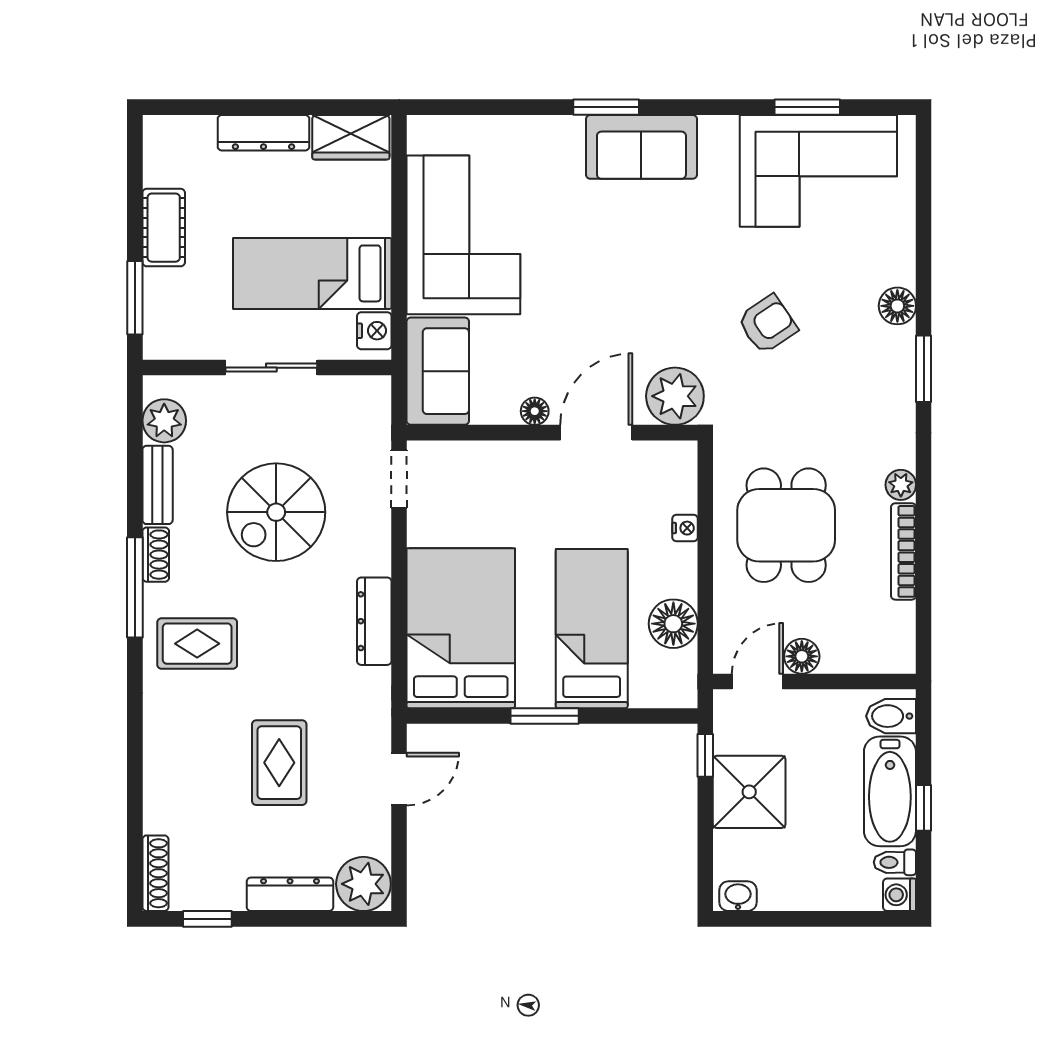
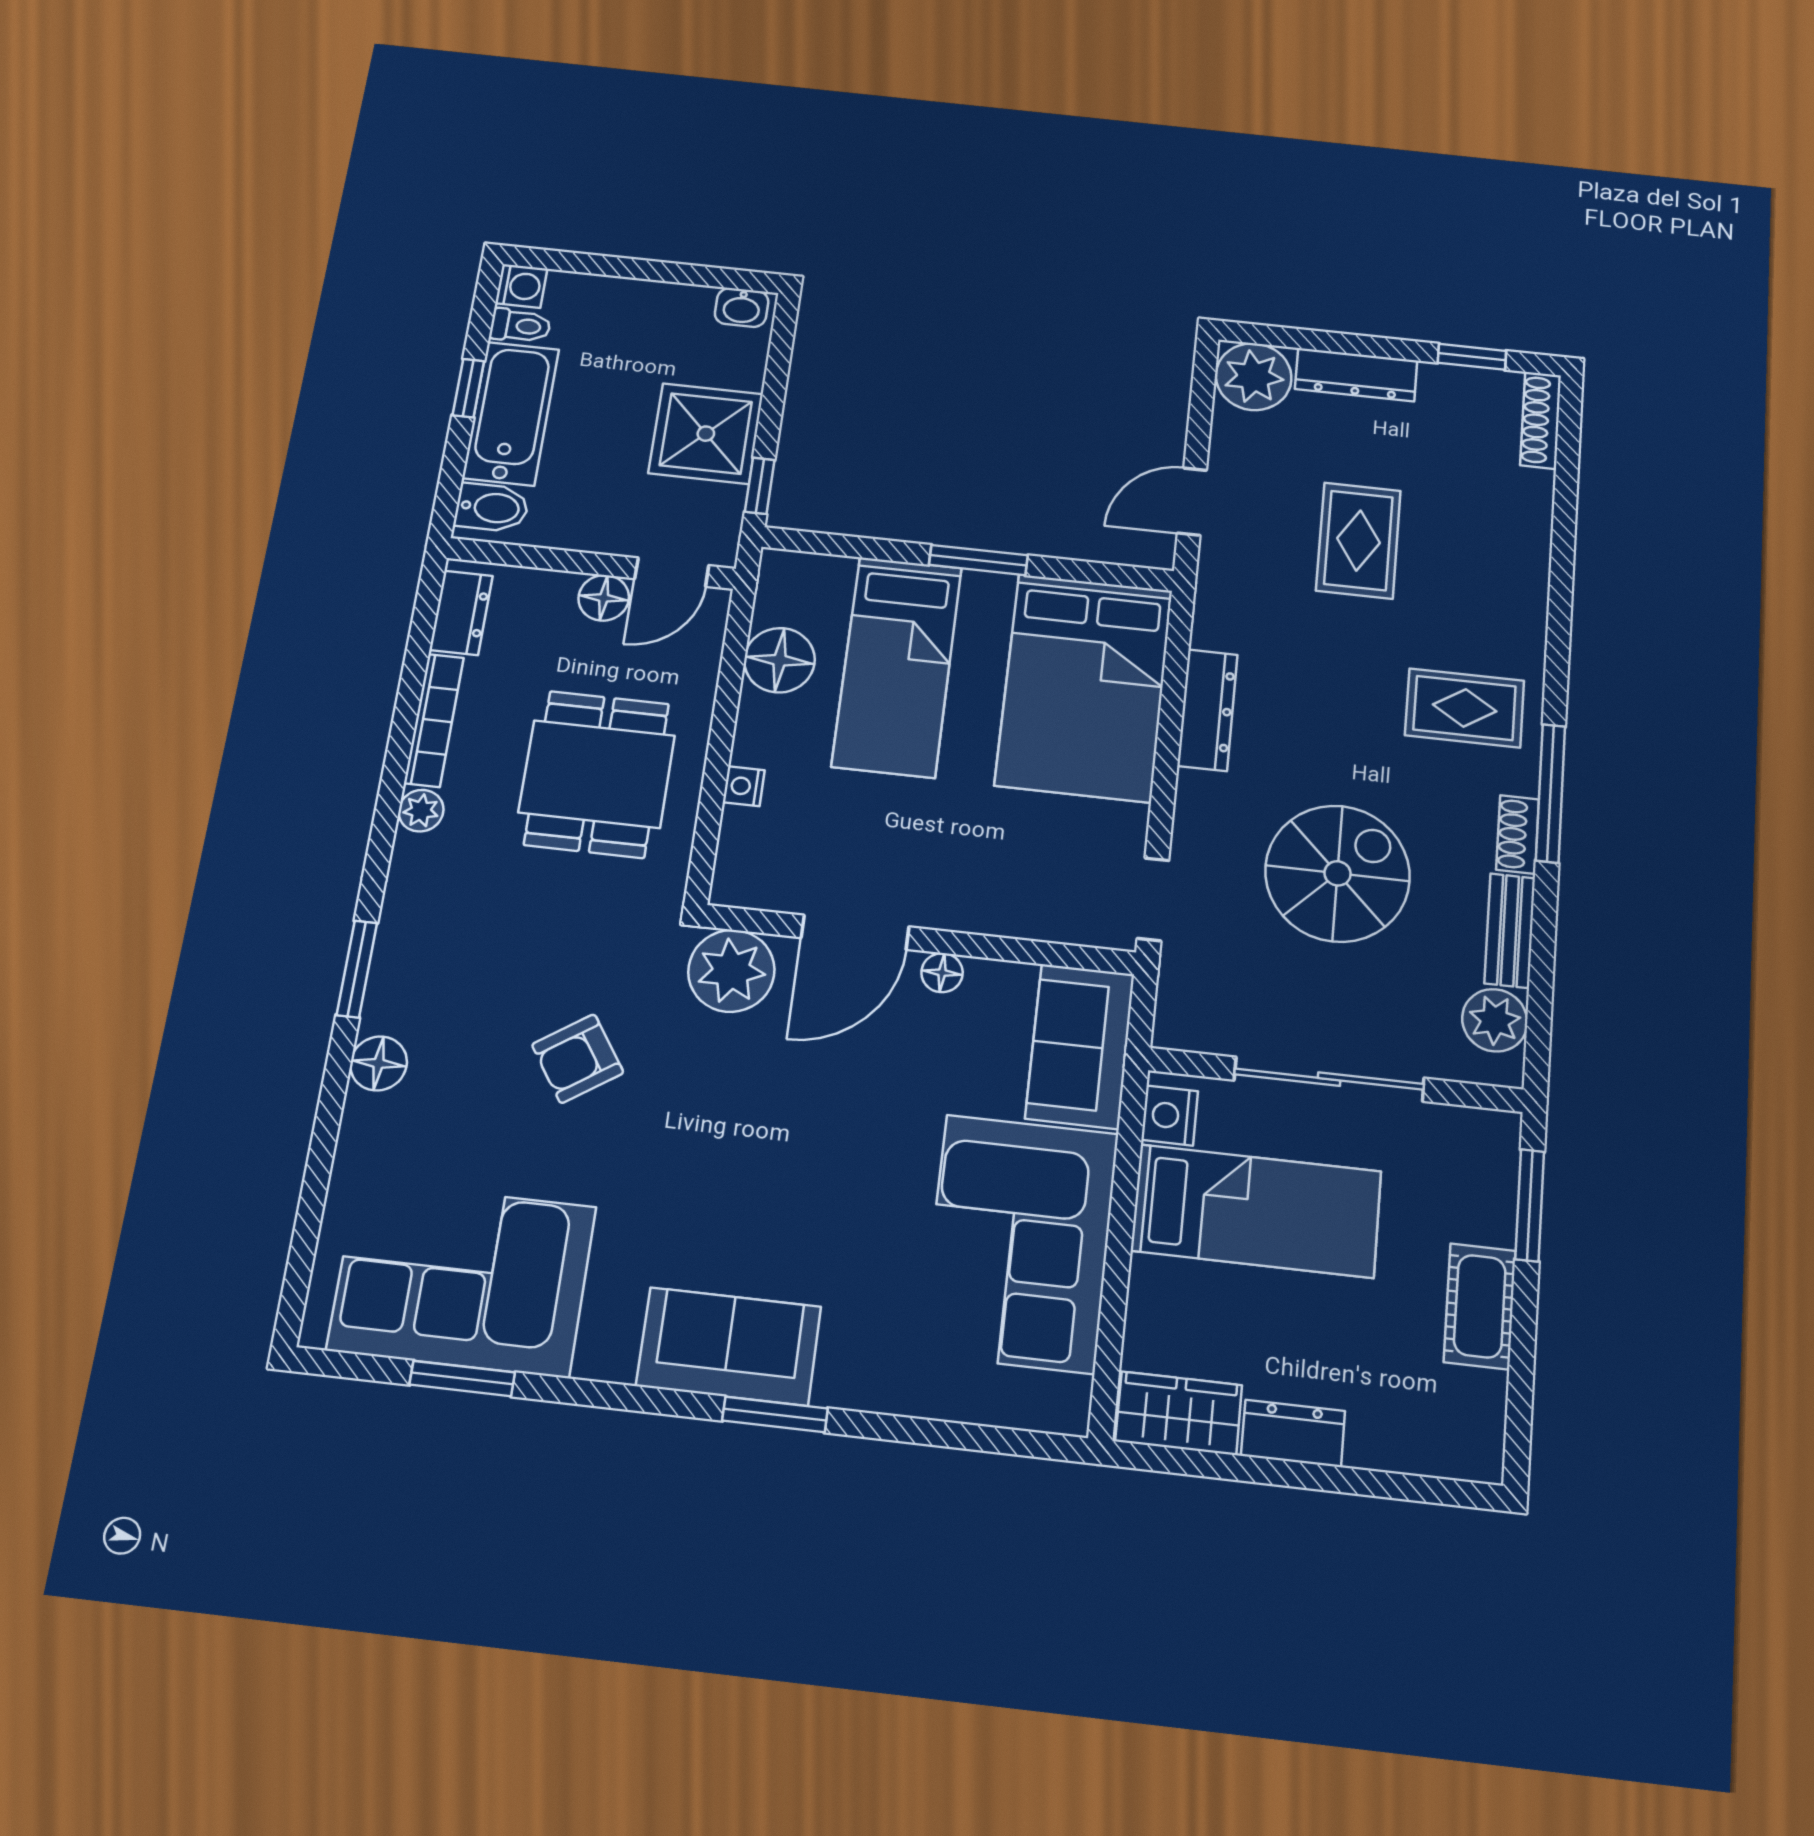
dresser: (263, 133) -> (1293, 1433), width x0.70
sliding door: (271, 368) -> (1329, 1079), width x1.37
dresser: (899, 633) -> (461, 613), added

